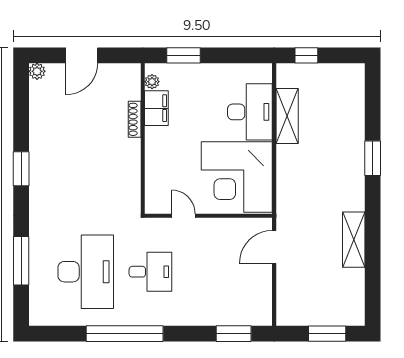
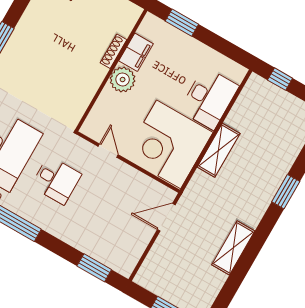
plant: (152, 82) -> (123, 80), moved, width x1.88, depth x1.88
shelving: (287, 116) -> (219, 150), moved

